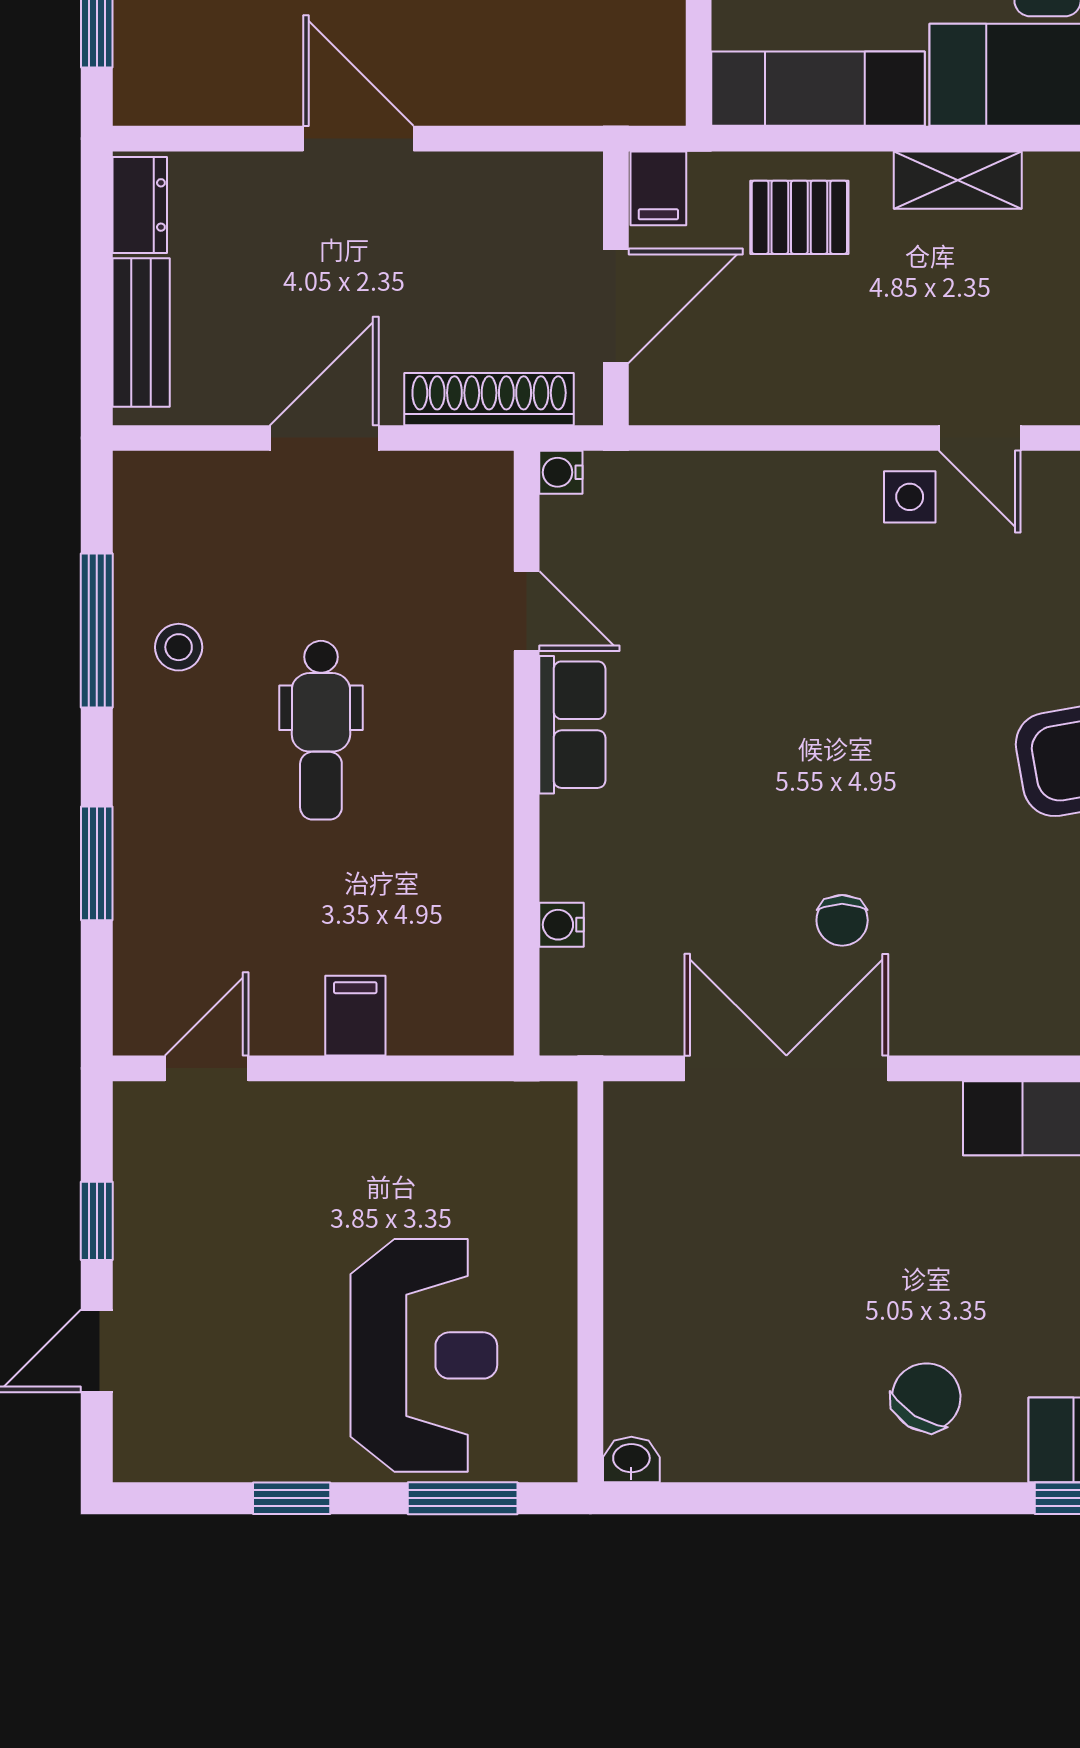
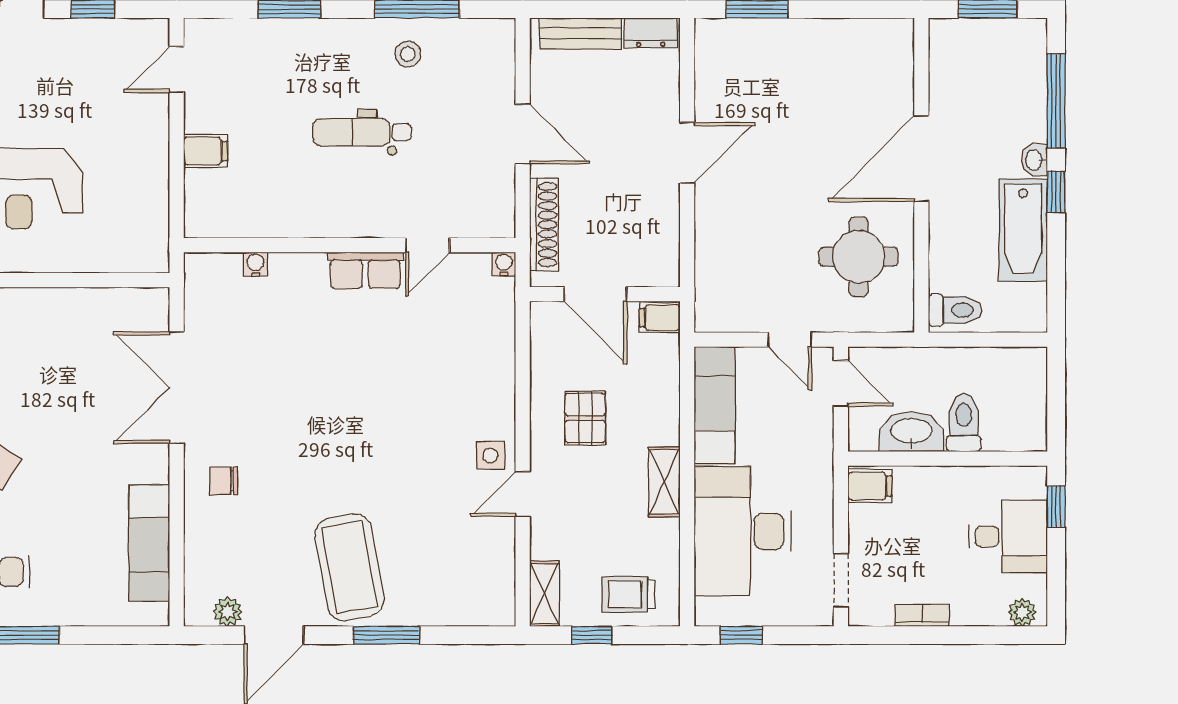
pallet: (799, 217) -> (585, 418), moved
chair: (842, 920) -> (224, 481), moved
door: (207, 1068) -> (177, 69), swing flipped
double door: (786, 1068) -> (177, 388), swing flipped

